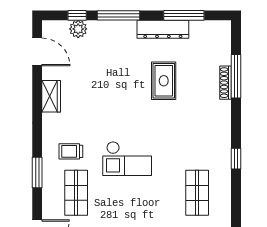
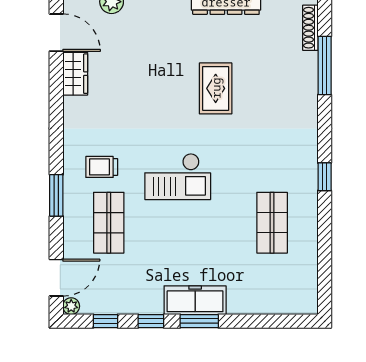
rug: (164, 81) -> (216, 88), moved
shoe rack: (225, 83) -> (310, 28), moved
wardrobe: (51, 96) -> (75, 74), moved

